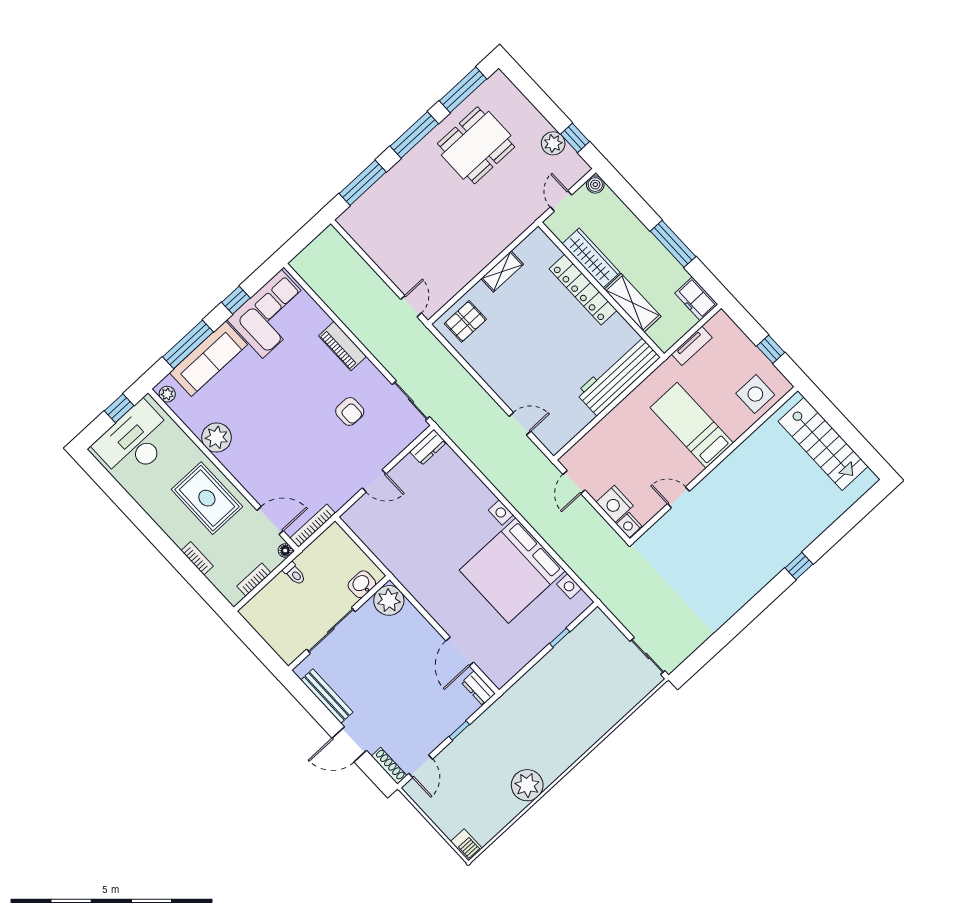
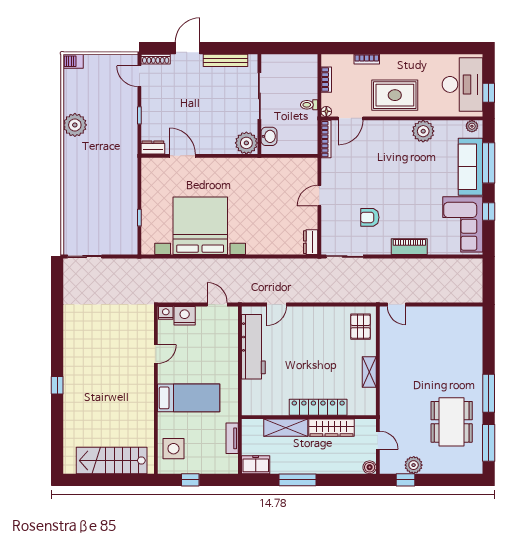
window: (363, 183) -> (489, 341), removed
workbench: (618, 375) -> (253, 347), moved

